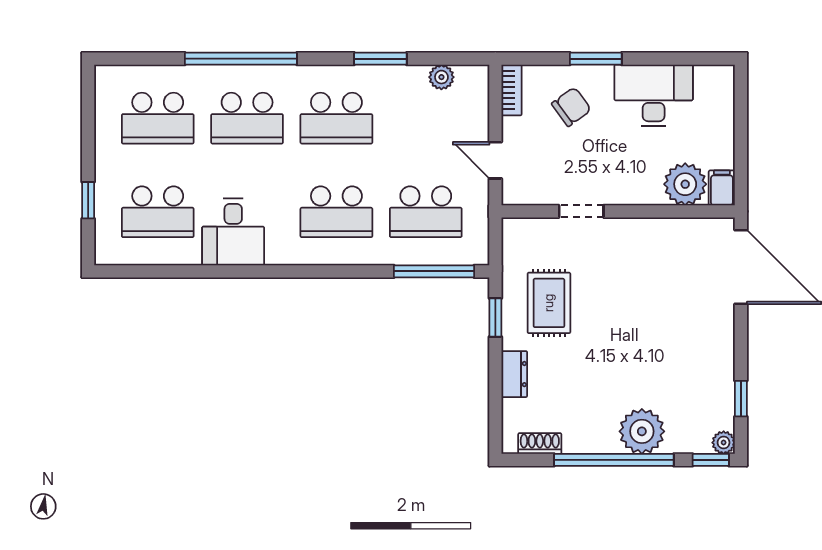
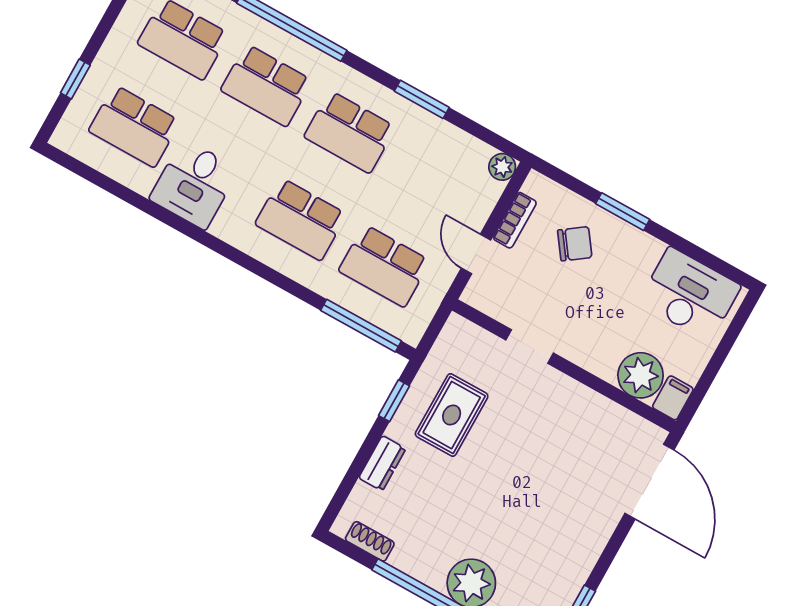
plant: (441, 77) -> (502, 167), moved
bookcase: (512, 90) -> (515, 220), moved
desk: (654, 95) -> (690, 294), moved

